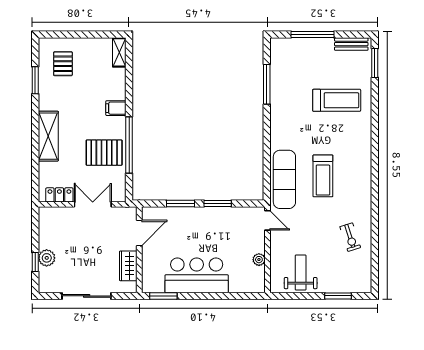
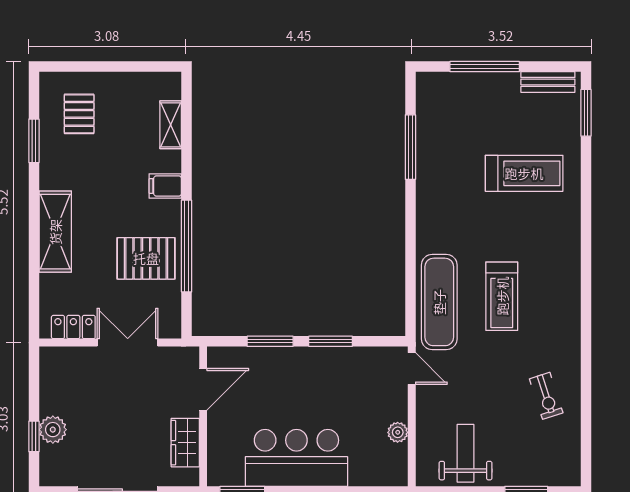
shelving: (119, 52) -> (171, 125), moved

